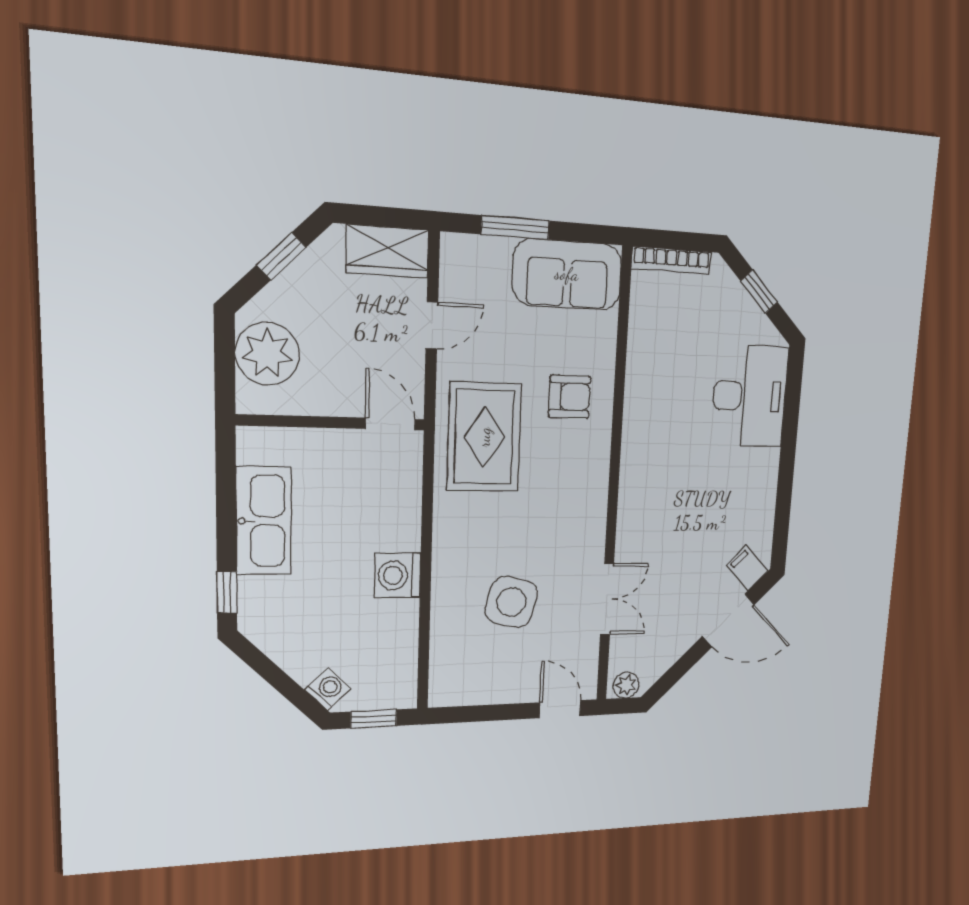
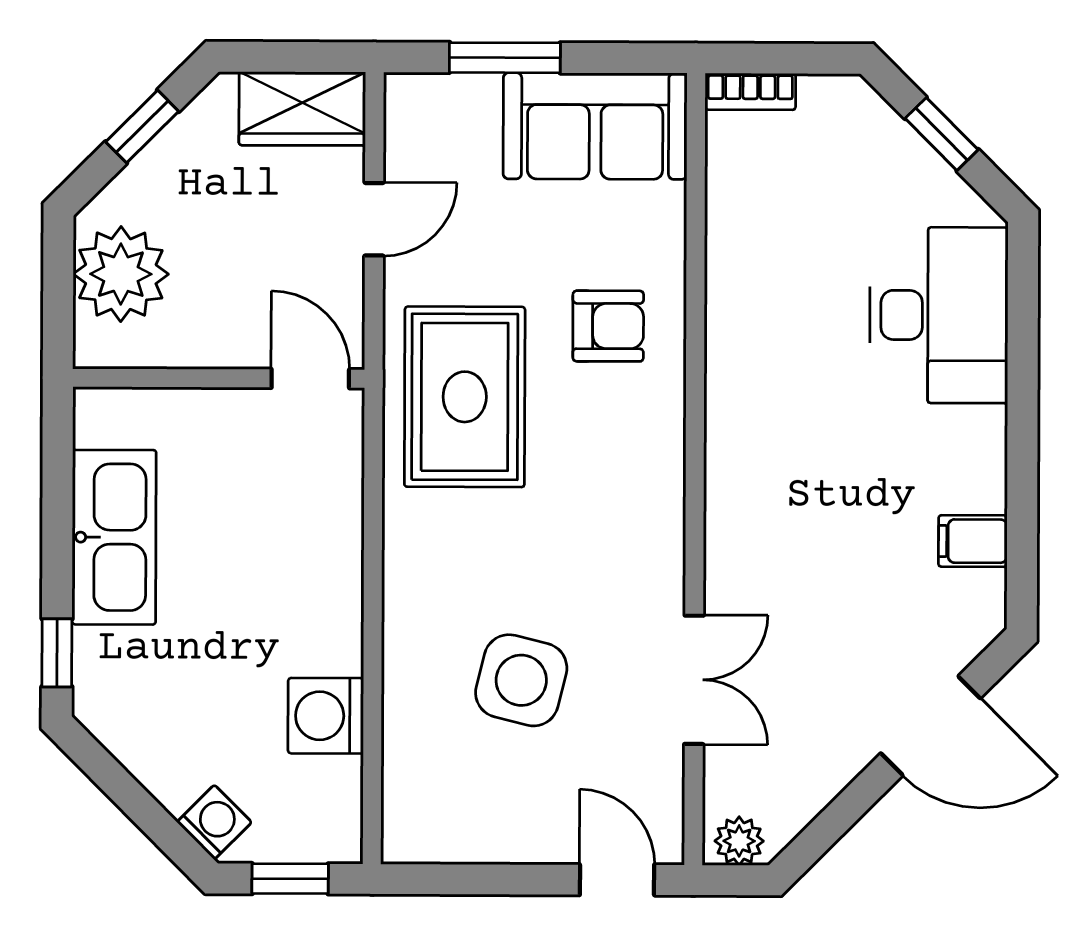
bookcase: (671, 260) -> (750, 92), width x0.64
filing cabinet: (747, 568) -> (973, 541), moved, turned -45
washing machine: (397, 575) -> (326, 716), moved

